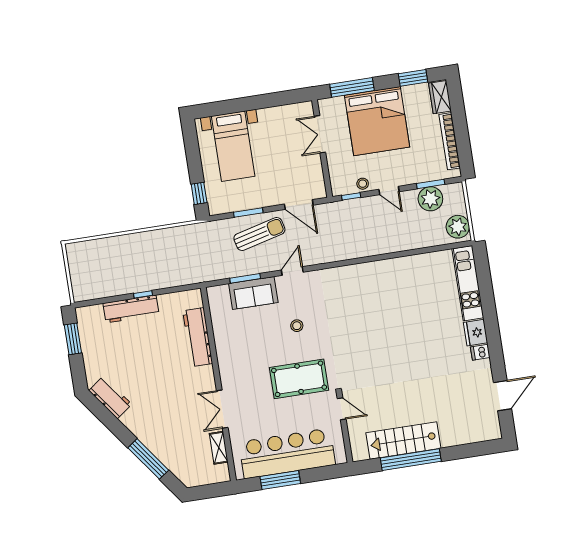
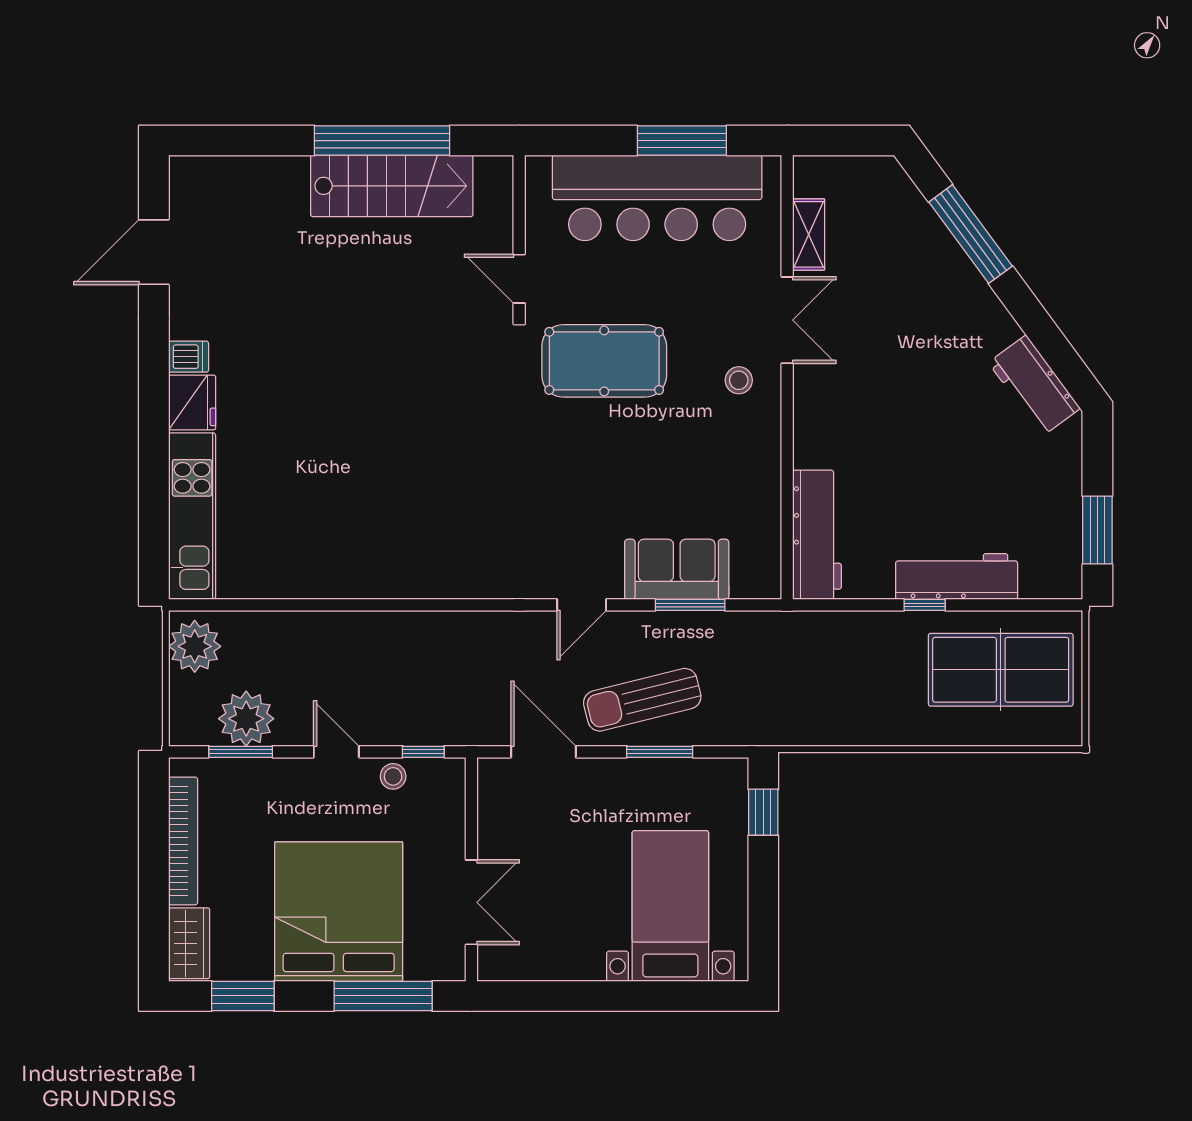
table tennis table: (105, 271) -> (1001, 670), added
stool: (297, 326) -> (739, 380), moved
workbench: (198, 337) -> (817, 535), moved

